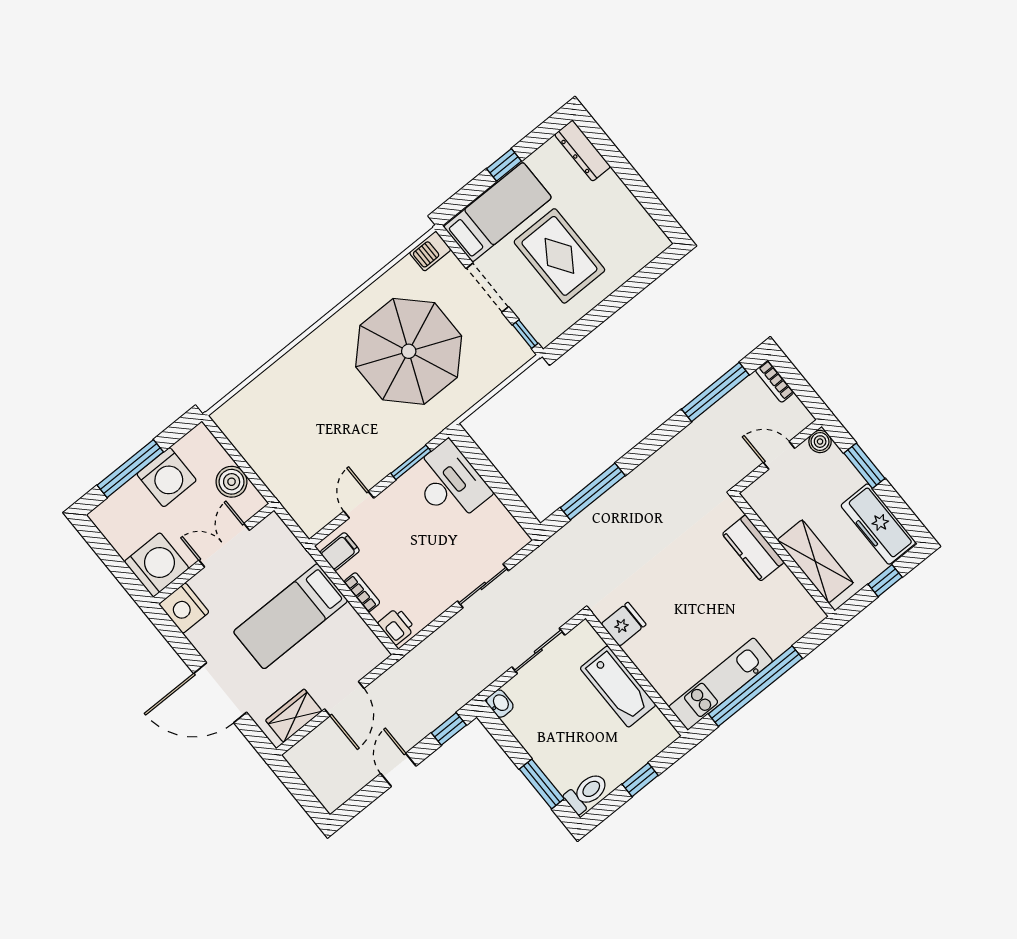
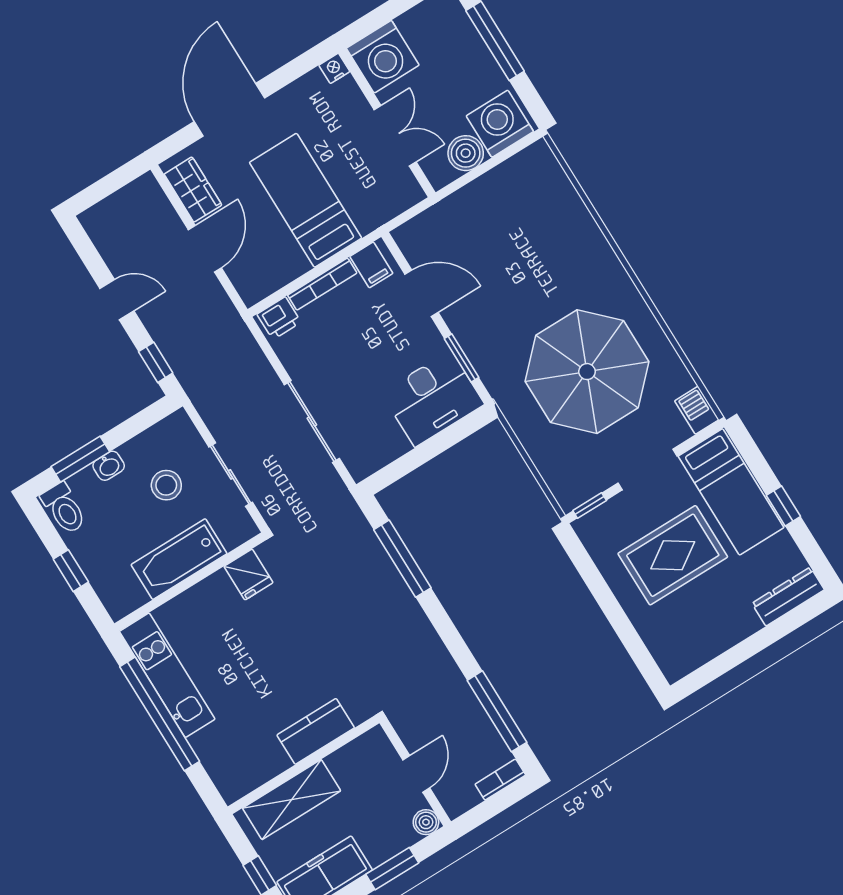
washing machine: (167, 477) -> (500, 124), moved, turned 90
door: (359, 505) -> (421, 293), width x1.38
sliding door: (483, 586) -> (312, 421), width x1.37
bookcase: (362, 592) -> (322, 284), width x1.56
nightstand: (184, 608) -> (334, 68), width x0.53, depth x0.56
door: (344, 699) -> (205, 249), swing flipped
washbasin: (500, 704) -> (109, 466), moved
stool: (555, 706) -> (166, 485), added

